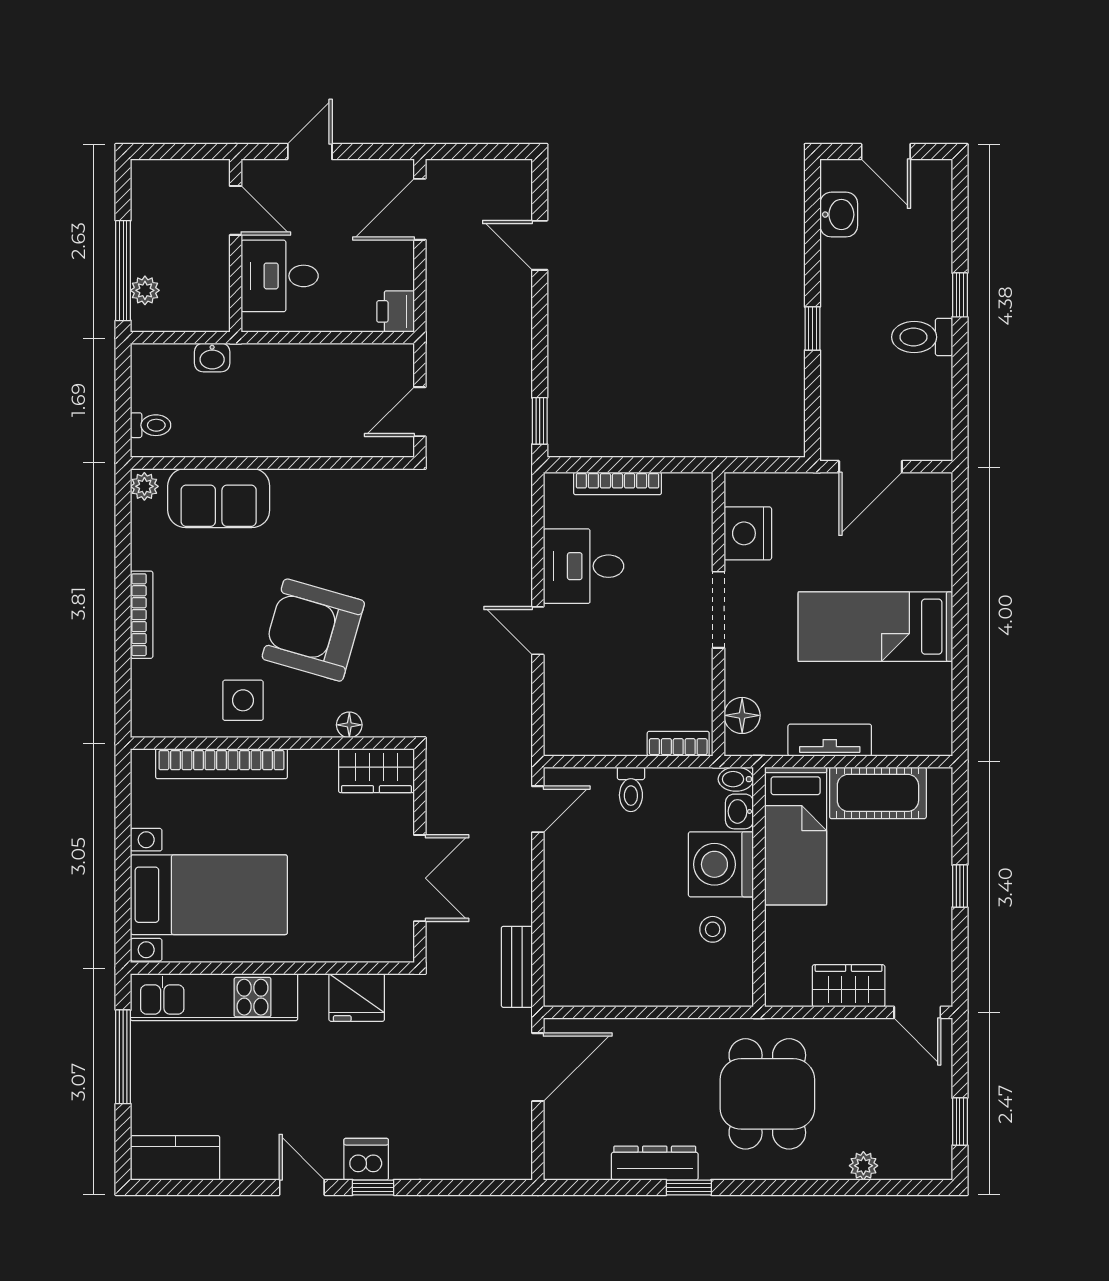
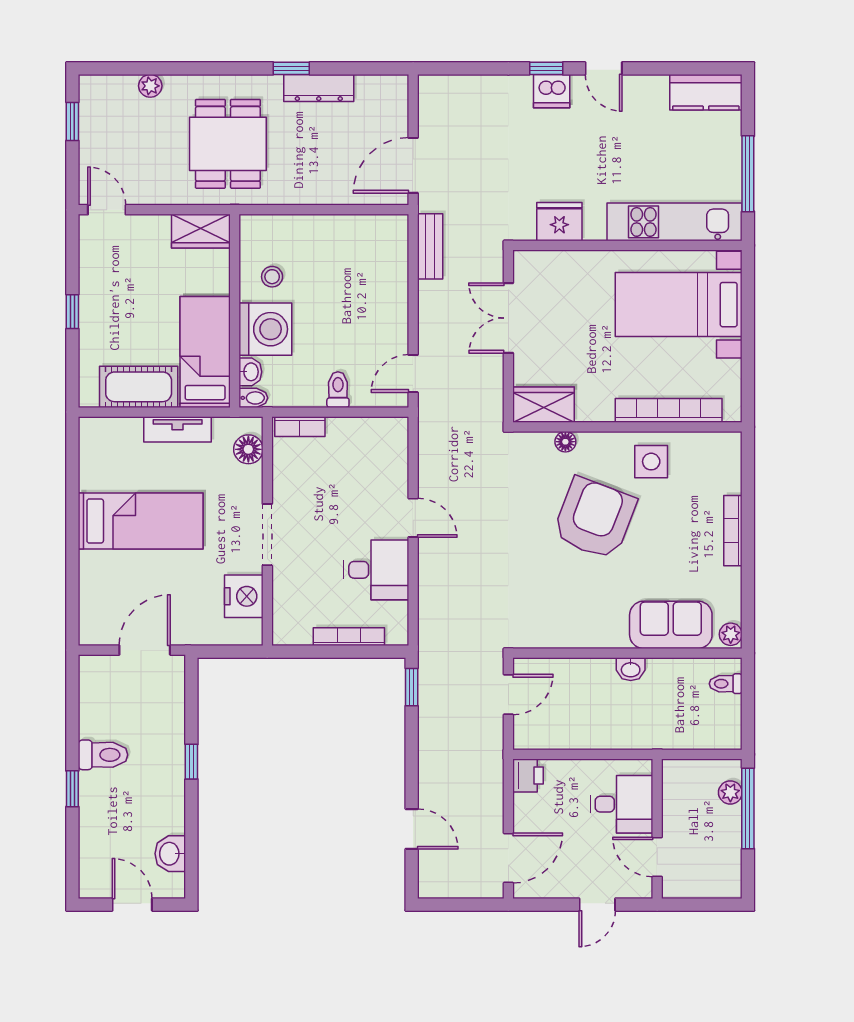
washbasin: (212, 358) -> (631, 669), moved, turned 180
armchair: (313, 630) -> (594, 518), turned -85
wardrobe: (849, 986) -> (201, 231), moved

